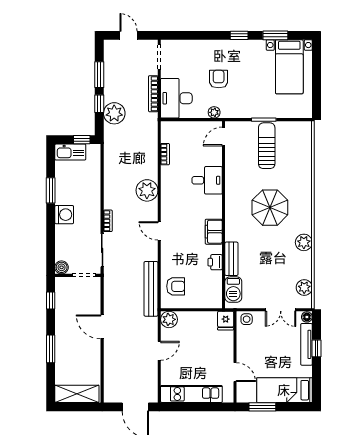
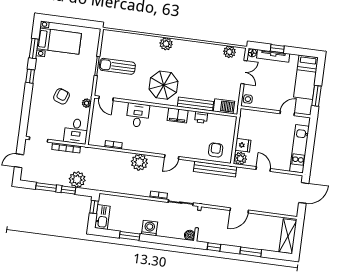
armchair: (219, 79) -> (62, 96), turned 110
desk: (176, 98) -> (76, 131), width x0.73
parasol: (270, 208) -> (164, 85), moved
plant: (304, 242) -> (166, 44), moved
bench: (231, 259) -> (196, 104), width x1.36
fridge: (226, 321) -> (243, 145), moved

